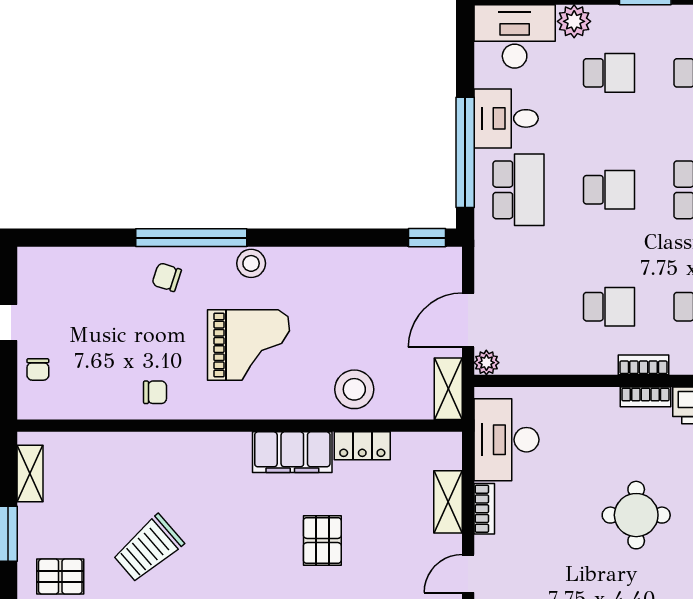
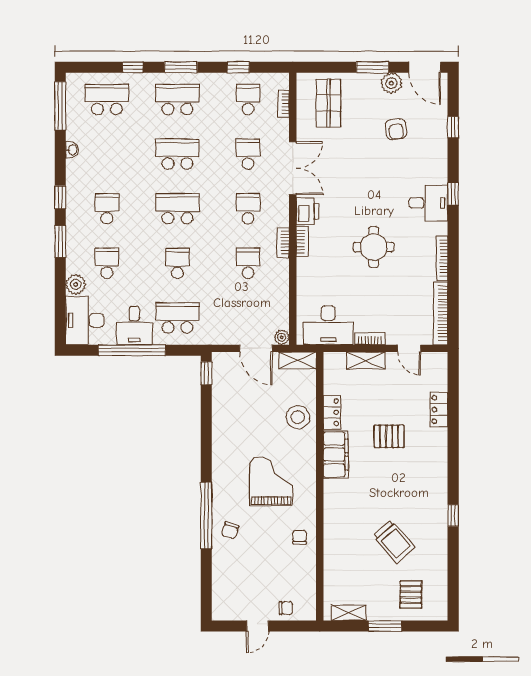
window: (465, 152) -> (132, 350), moved
stool: (251, 263) -> (222, 479), removed

